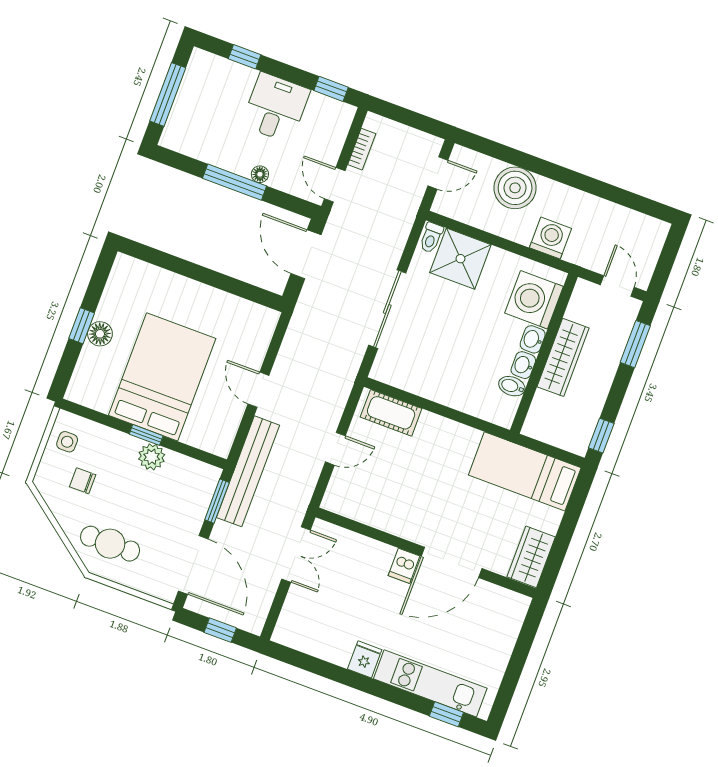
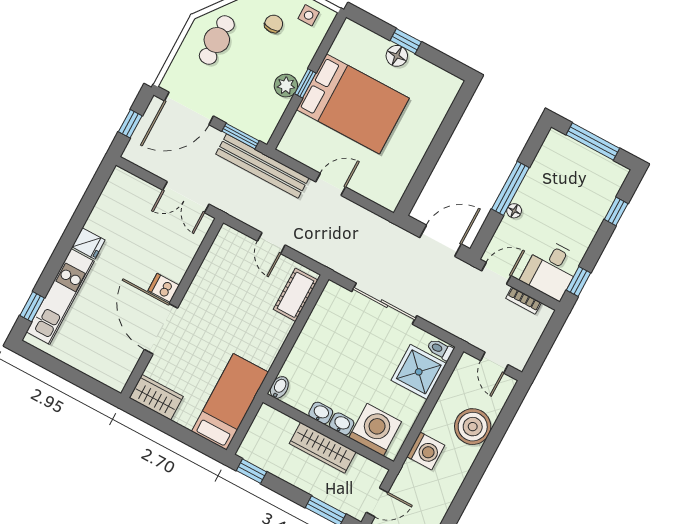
desk: (276, 108) -> (551, 269), moved, turned 90
bidet: (512, 386) -> (279, 387), moved

